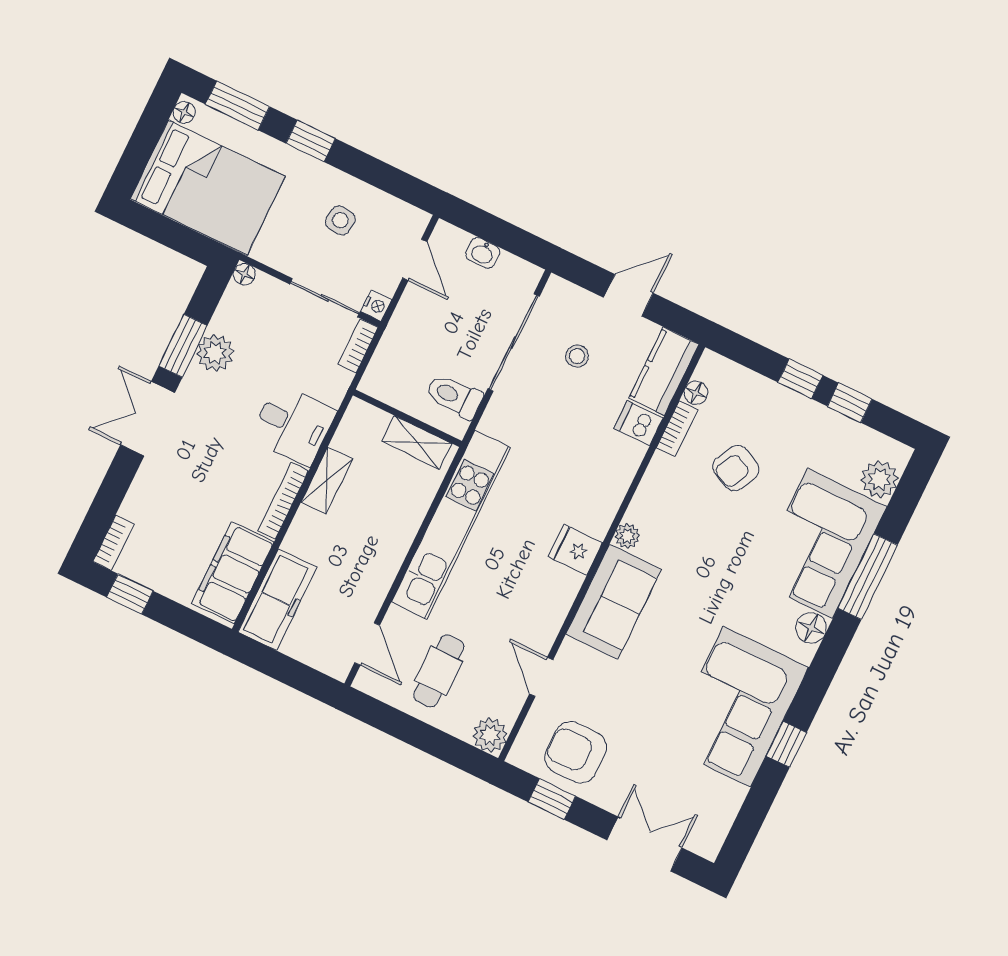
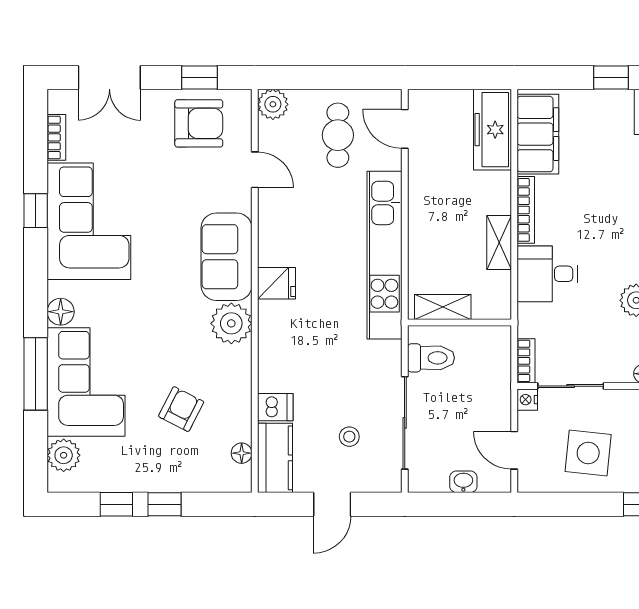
side table: (340, 220) -> (588, 453), width x1.87, depth x1.87
bookcase: (677, 429) -> (56, 137), moved, turned 180
plant: (627, 536) -> (231, 323), width x1.87, depth x1.87

